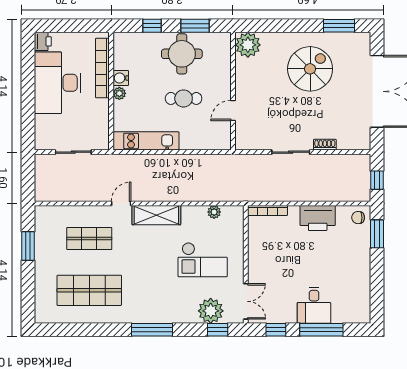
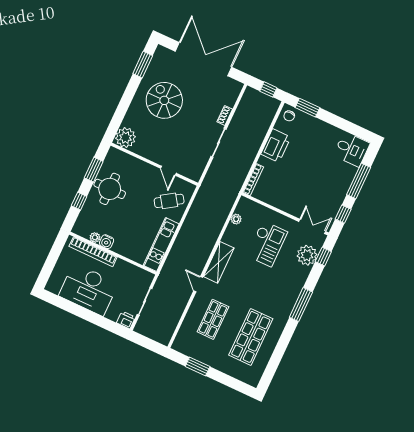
printer: (43, 41) -> (126, 320), moved
plant: (119, 93) -> (95, 237), moved
cafe table: (184, 98) -> (169, 201), moved, turned 56
desk: (314, 305) -> (352, 149), moved

